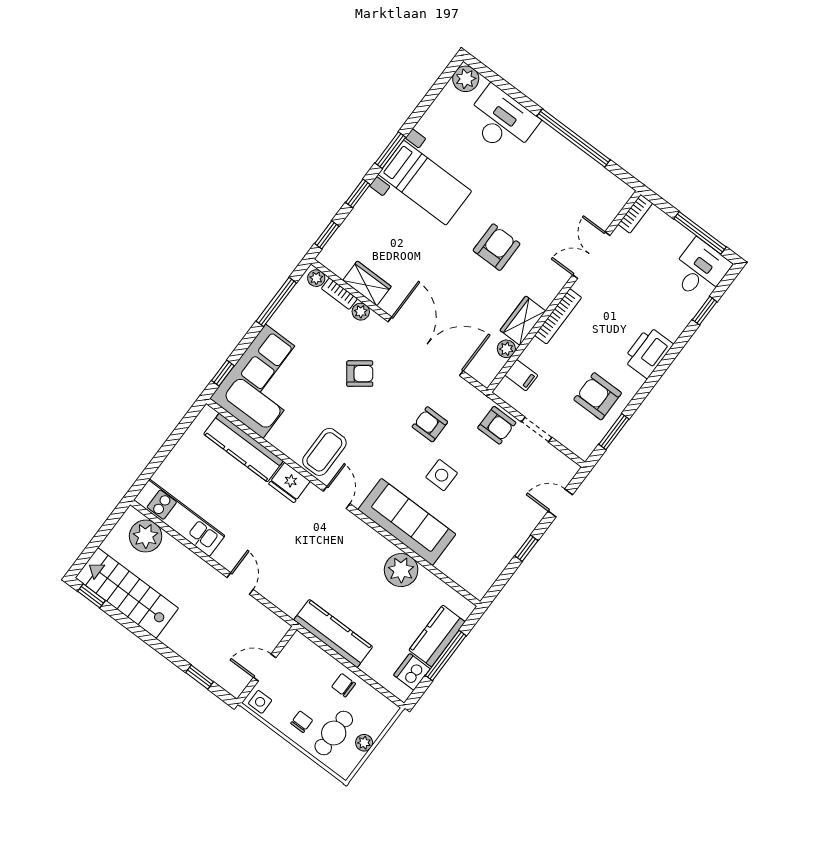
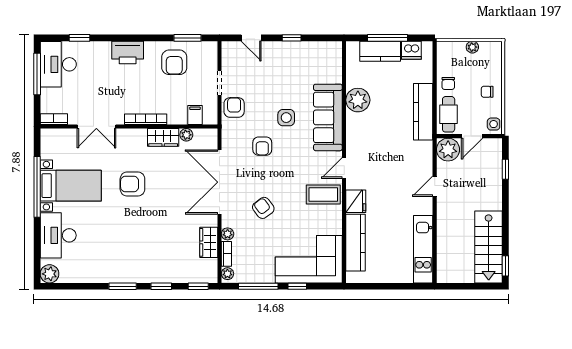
bed with nightstands: (425, 183) -> (71, 186), moved, turned 90
desk: (700, 270) -> (58, 64), width x1.37
window: (223, 373) -> (297, 286), moved
plant: (146, 536) -> (448, 150), moved
door: (265, 668) -> (472, 136), hinge flipped
cafe table: (334, 733) -> (449, 114), moved, turned 90

